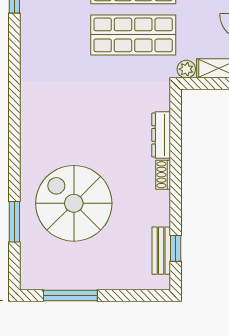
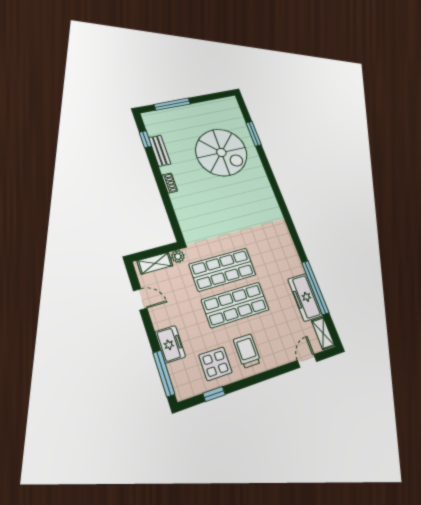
dresser: (161, 135) -> (180, 208), removed
bench: (161, 251) -> (160, 151), moved
window: (70, 296) -> (172, 104), moved

